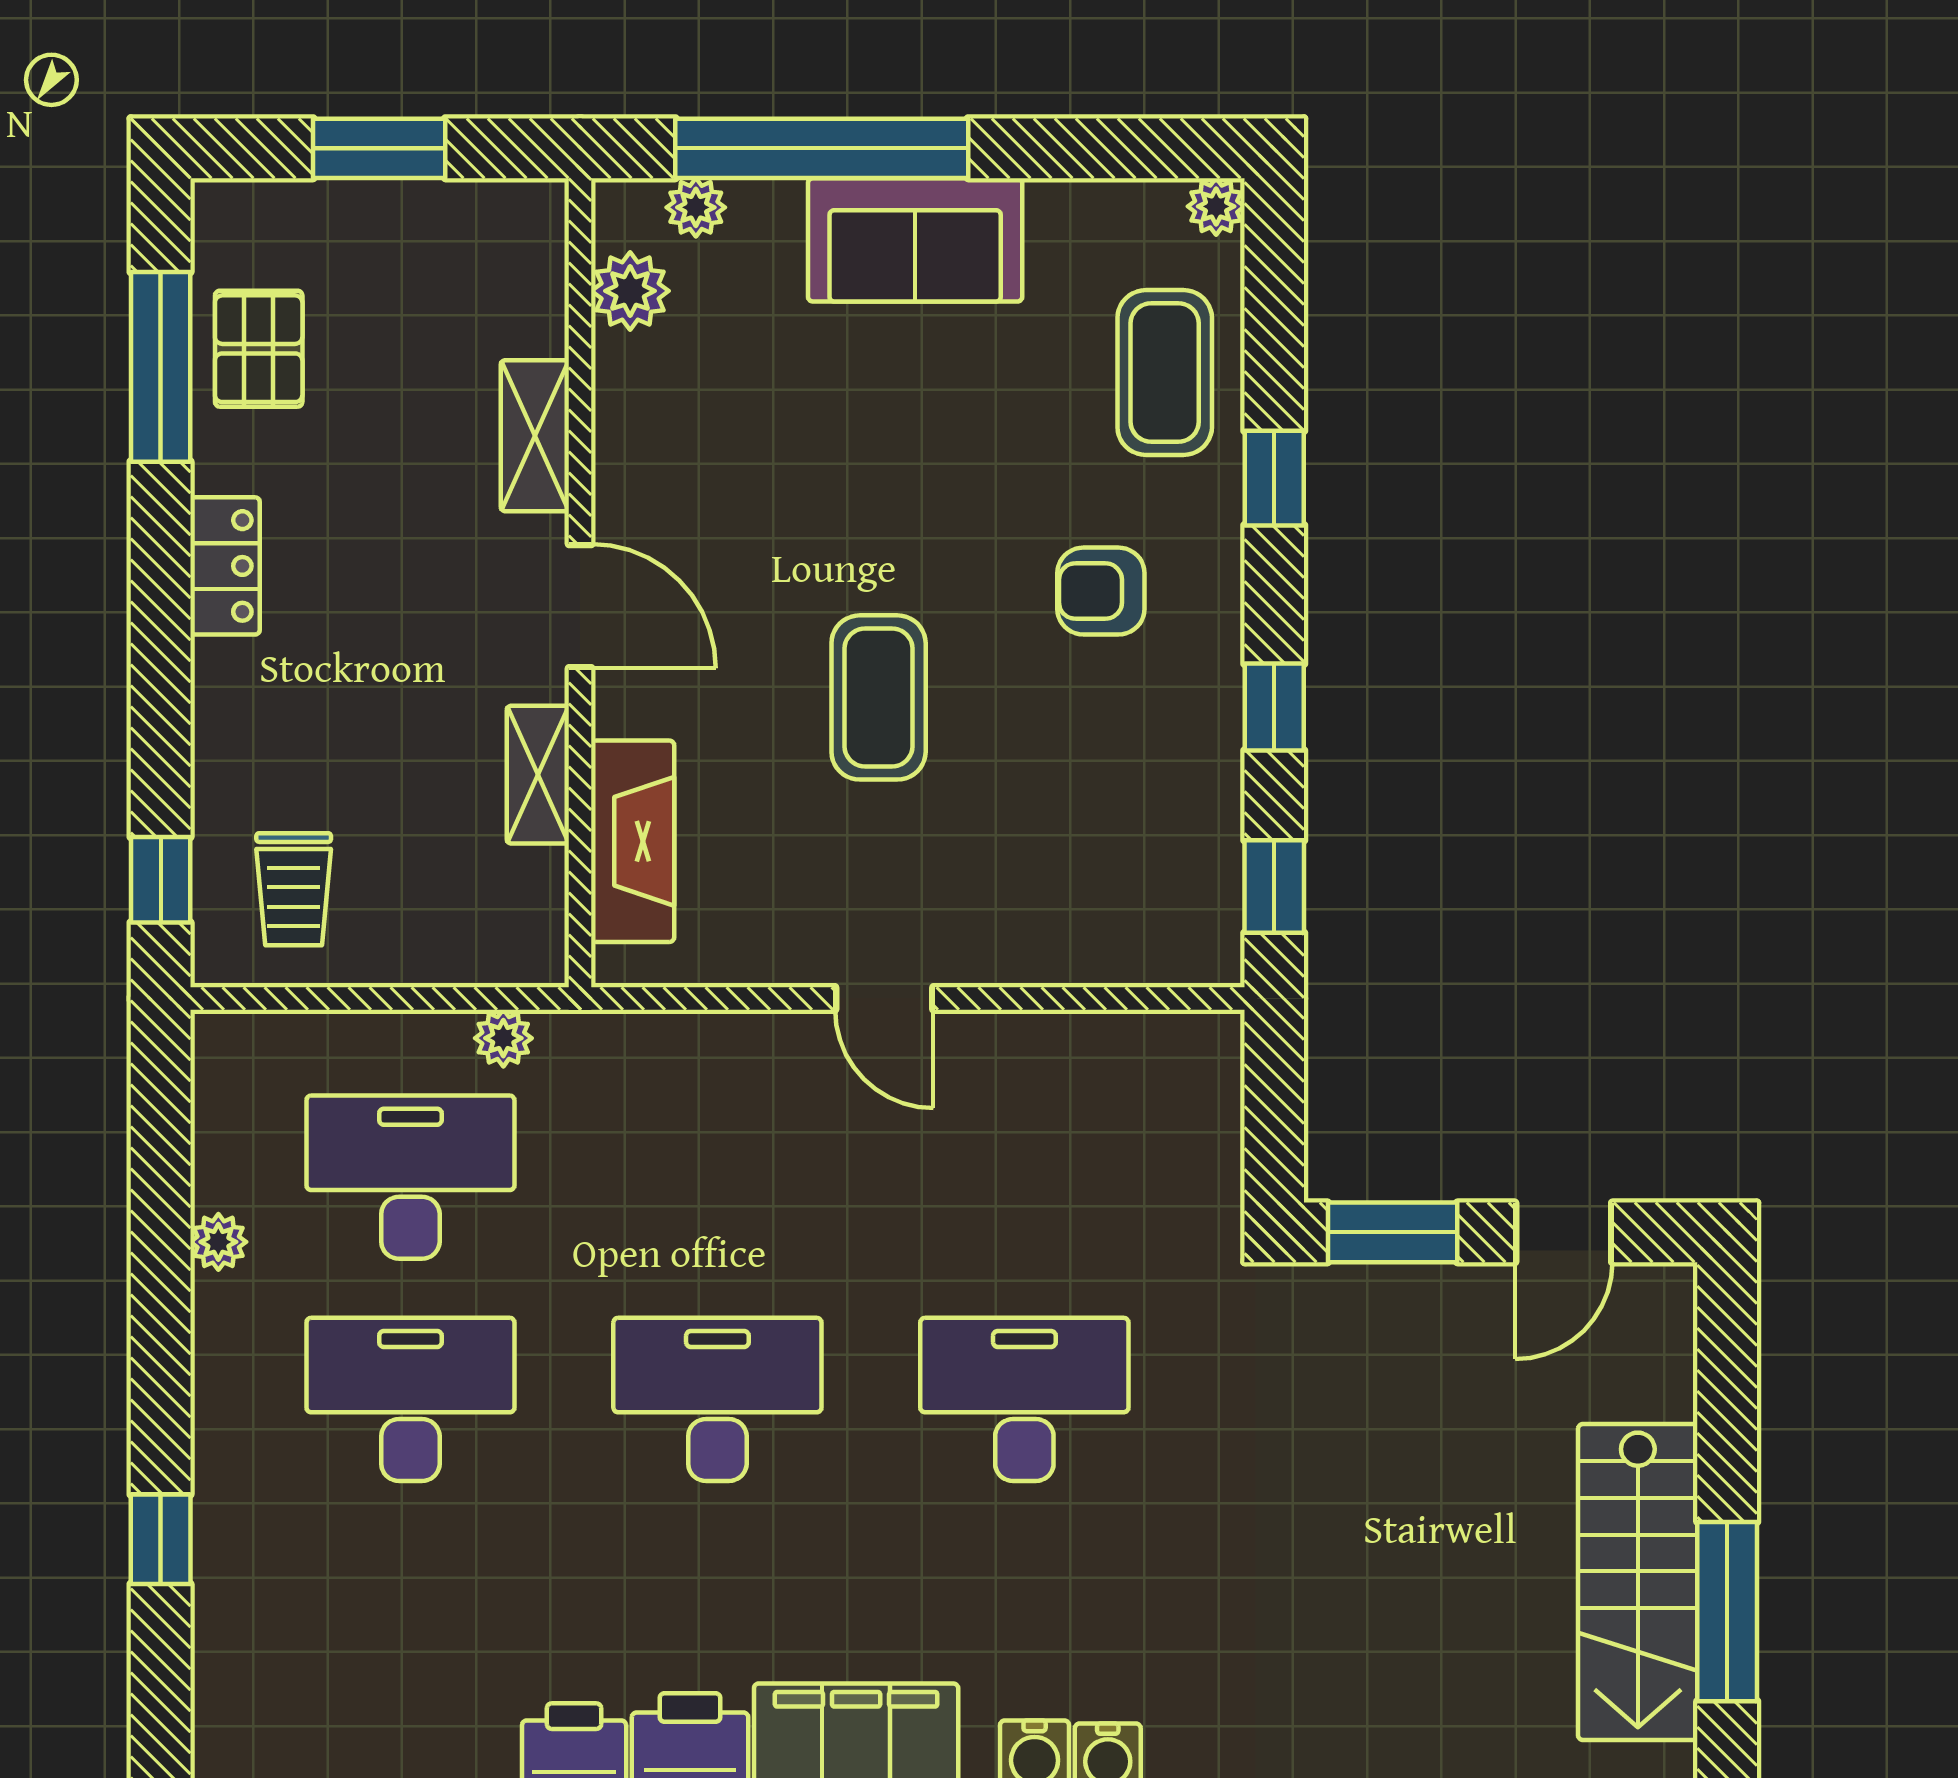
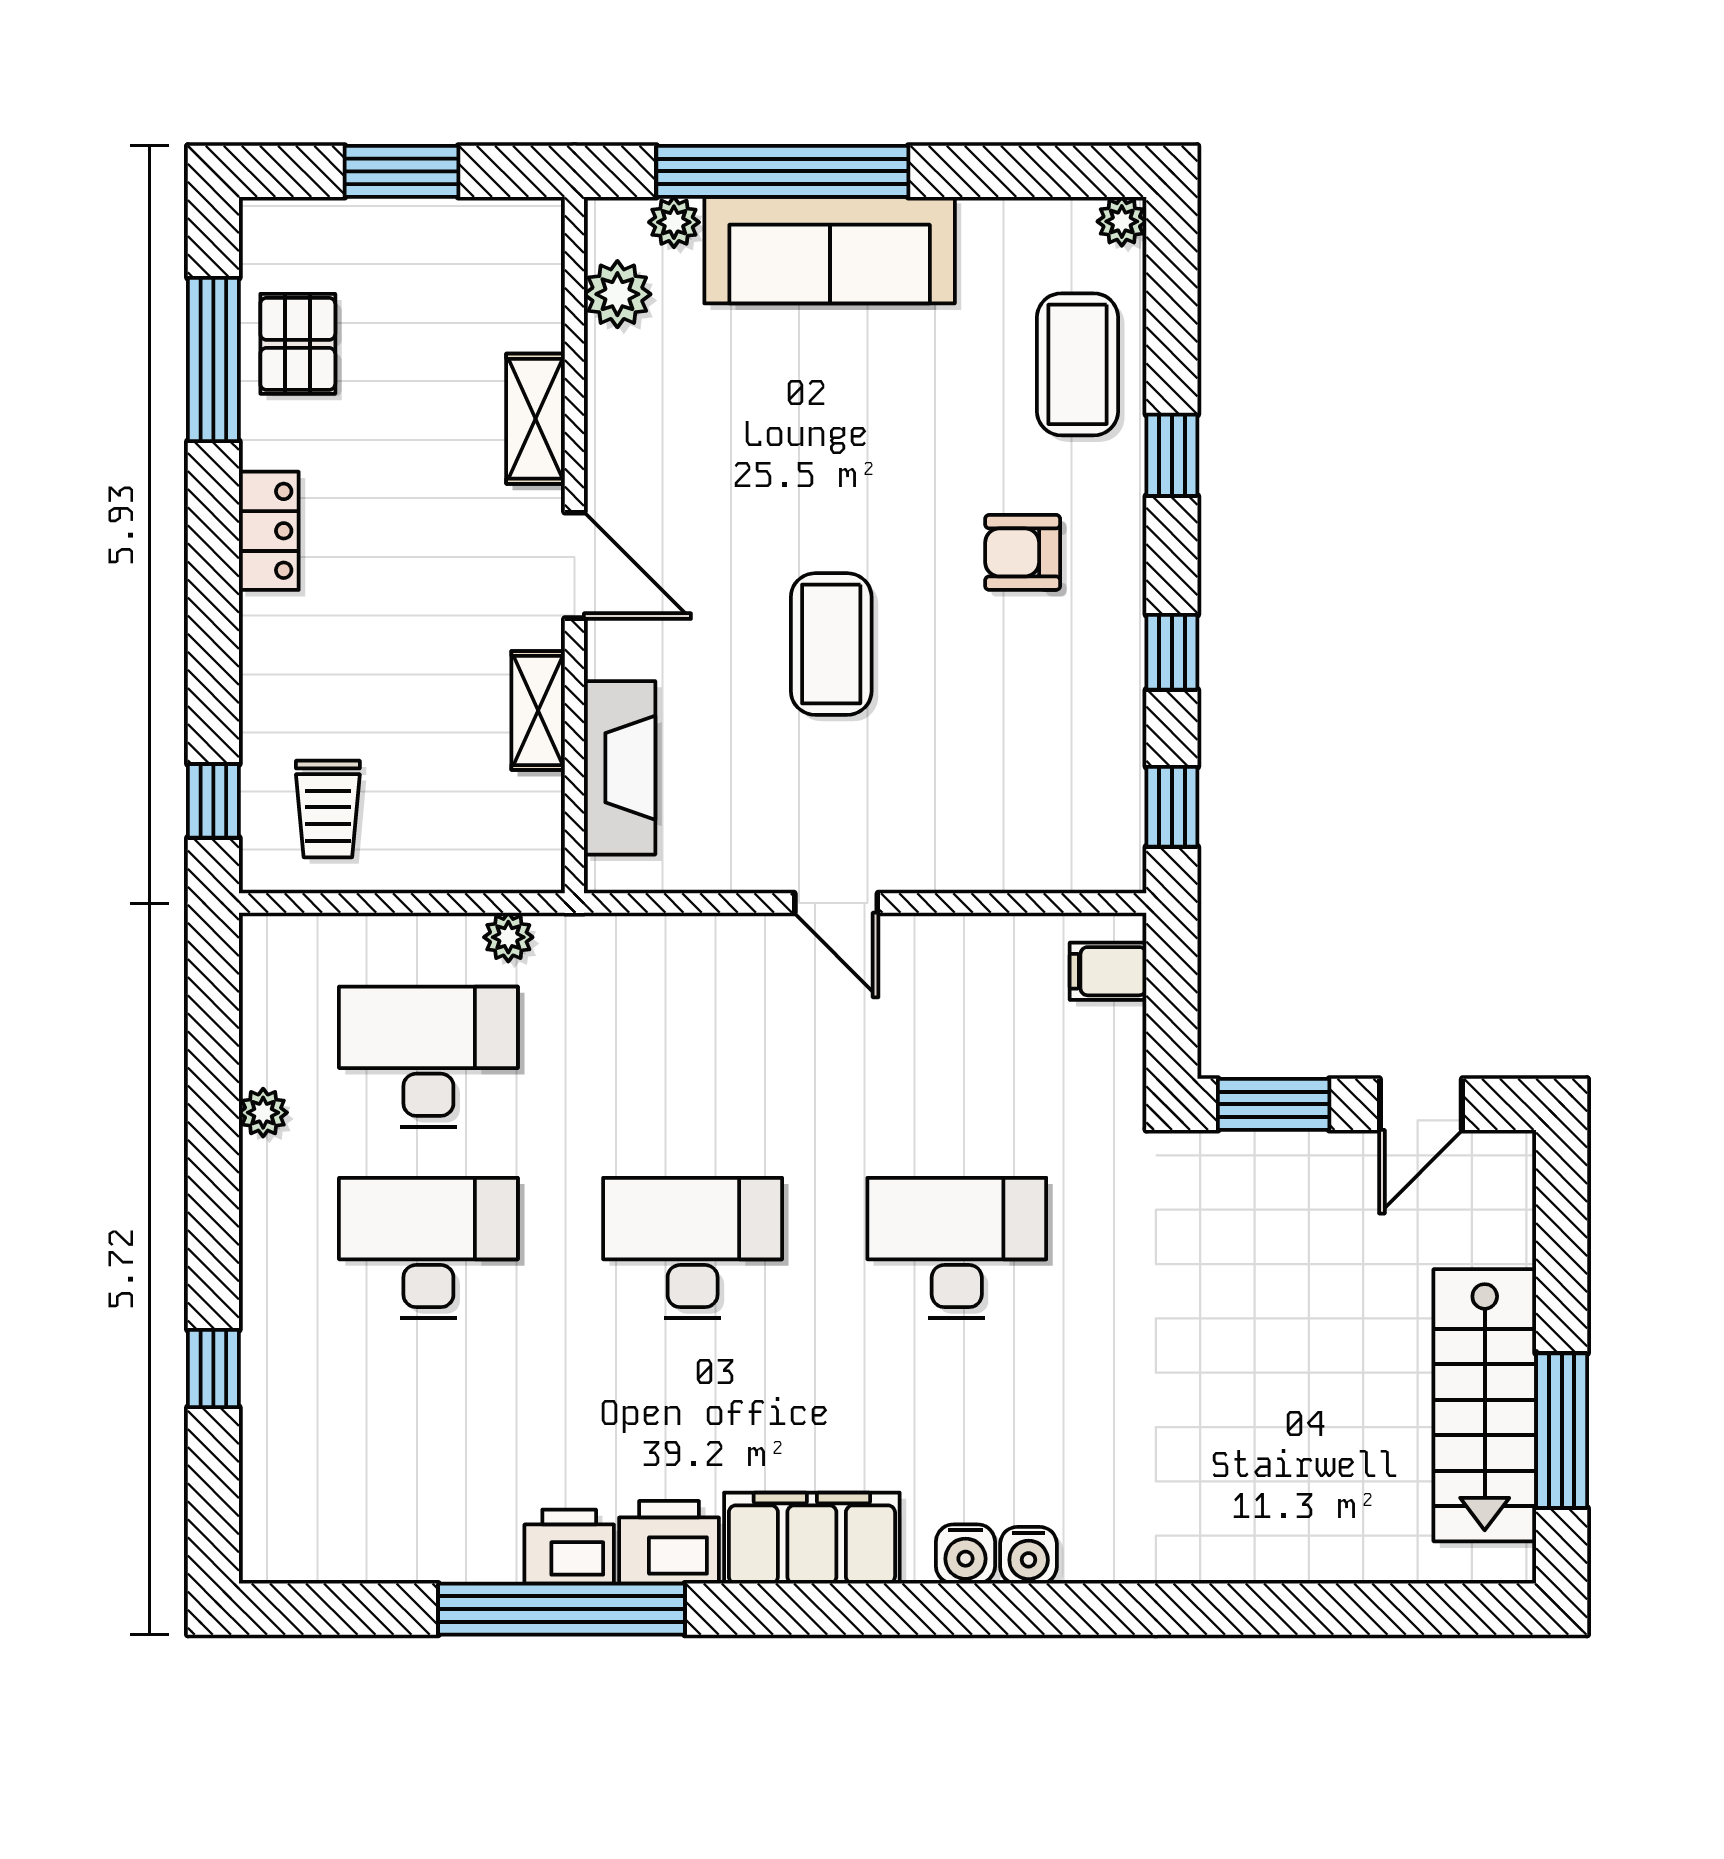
sofa: (915, 240) -> (830, 250), width x1.36
filing cabinet: (1200, 1078) -> (1108, 971), added

